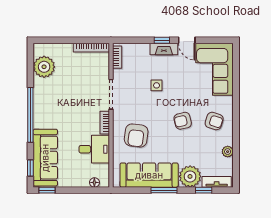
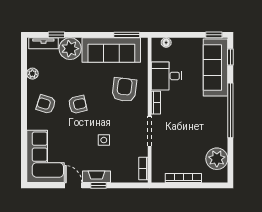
bookcase: (91, 48) -> (183, 178), moved
window: (164, 190) -> (127, 35), moved

